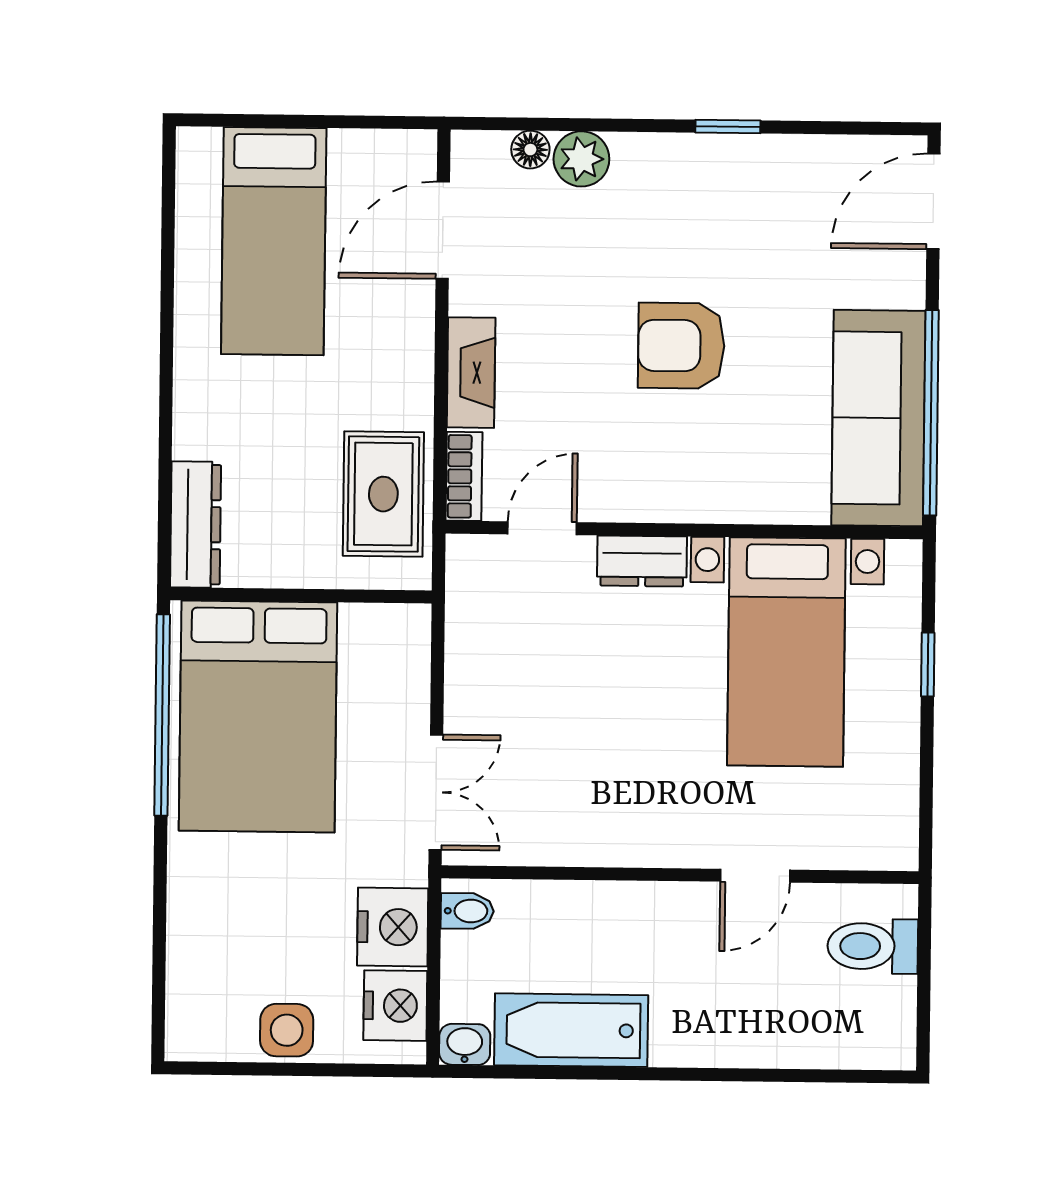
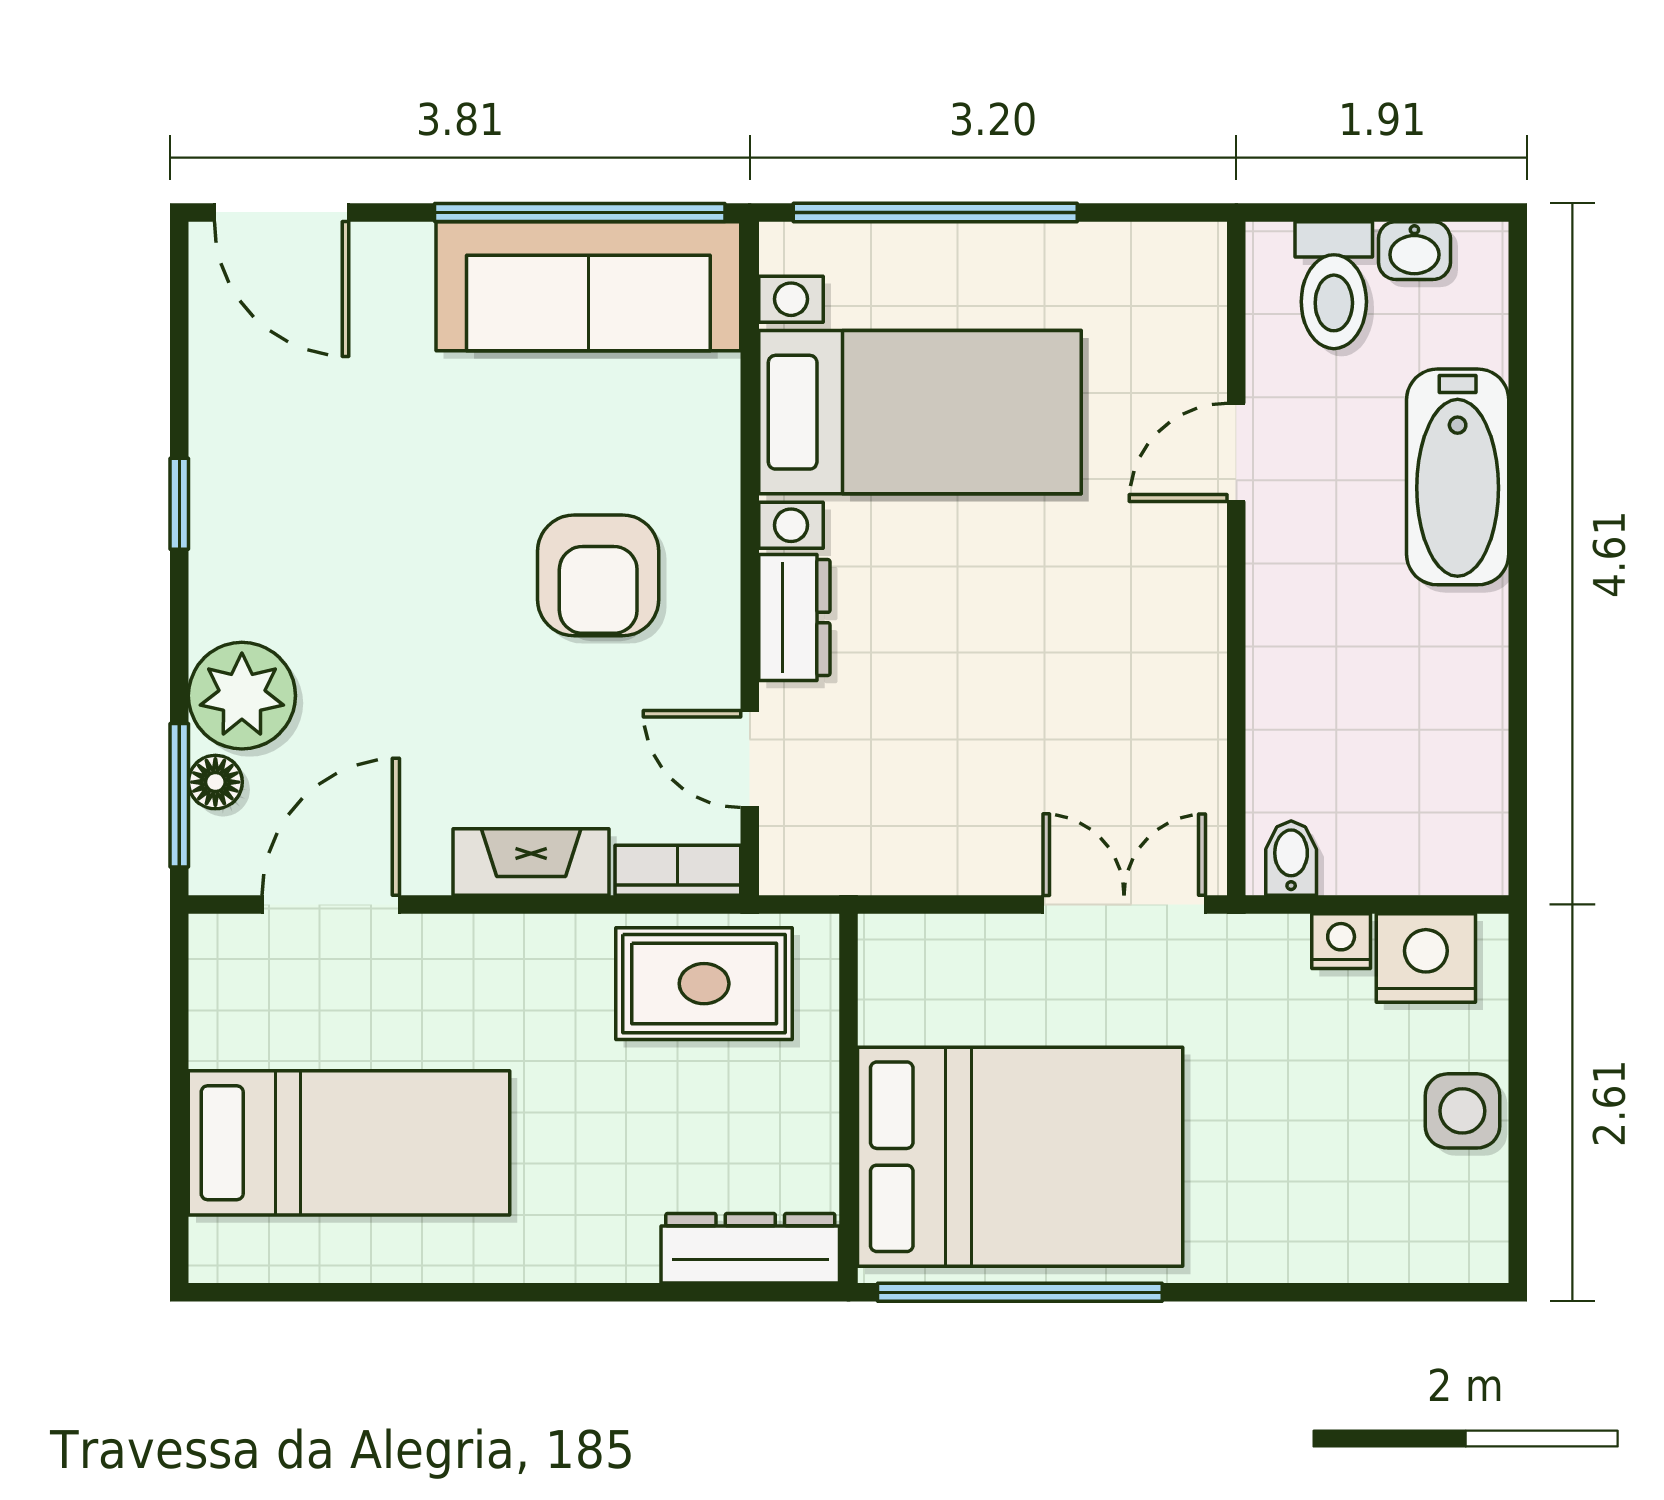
window: (521, 124) -> (179, 795), added
plant: (581, 159) -> (242, 696), width x1.36, depth x1.36
door: (443, 230) -> (331, 904), swing flipped
armchair: (681, 346) -> (598, 575), moved
window: (928, 664) -> (935, 212), width x3.17
door: (755, 876) -> (1236, 452), swing flipped
nightstand: (393, 927) -> (1341, 941), width x0.53, depth x0.56
bathtub: (571, 1030) -> (1458, 477), moved
washbasin: (465, 1044) -> (1414, 251), moved, turned -90

